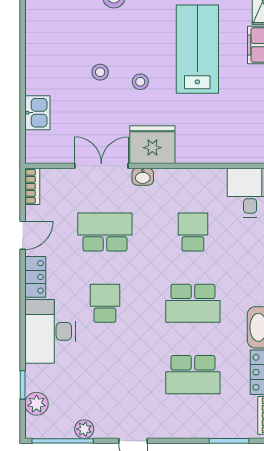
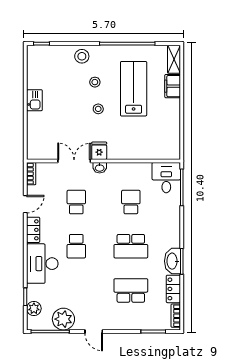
stool: (100, 72) -> (95, 82), moved
kitchen sink: (37, 113) -> (34, 100), moved
fridge: (152, 145) -> (99, 151), width x0.53, depth x0.75
school desk: (105, 232) -> (76, 202), width x0.54
school desk: (105, 303) -> (76, 246), turned 180
school desk: (193, 375) -> (131, 290), turned 180
plant: (84, 429) -> (63, 319), width x1.87, depth x1.87

